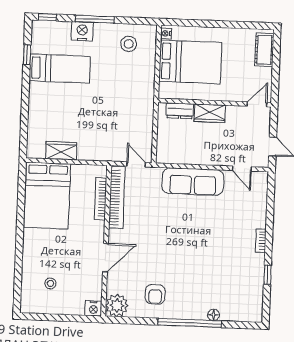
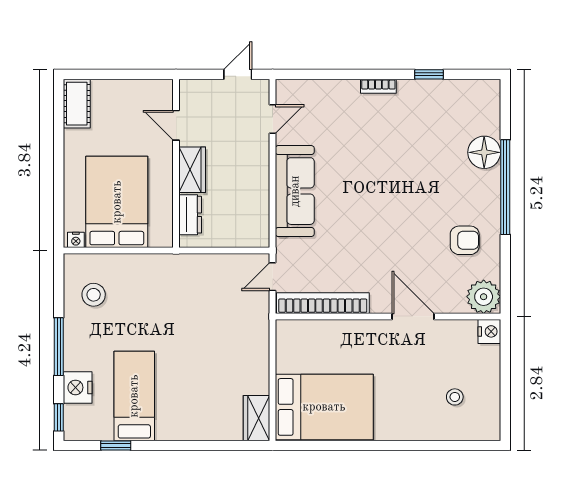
nightstand: (82, 31) -> (78, 387), moved
cot: (264, 50) -> (77, 104), moved, turned 90
door: (257, 104) -> (176, 125), moved
wardrobe: (61, 151) -> (257, 418), moved
bookcase: (101, 199) -> (326, 327), removed
floor lamp: (213, 315) -> (484, 152), width x1.89, depth x1.89

